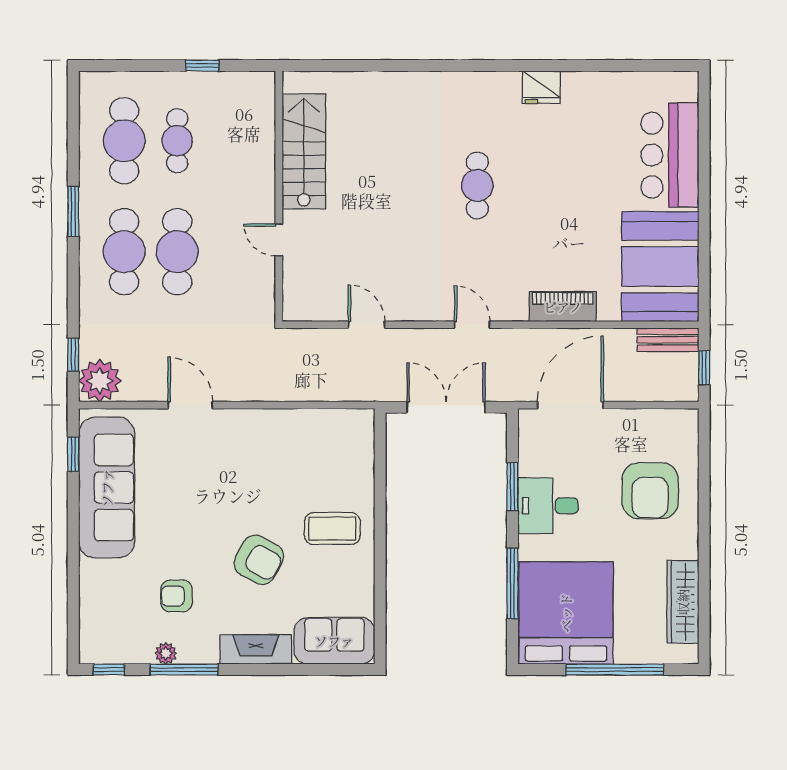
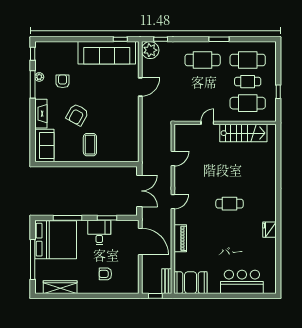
cafe table: (177, 252) -> (248, 103), moved
booth: (660, 267) -> (191, 283), width x0.73, depth x0.70
armchair: (650, 491) -> (105, 274), width x0.53, depth x0.53

